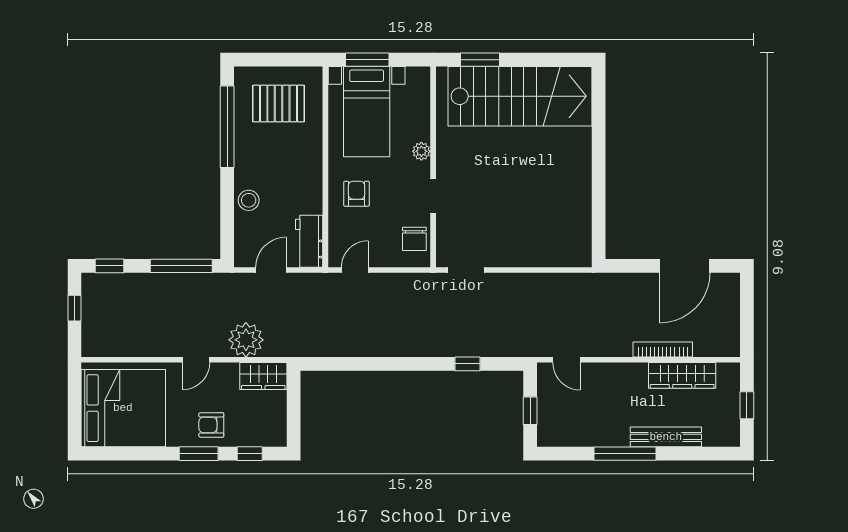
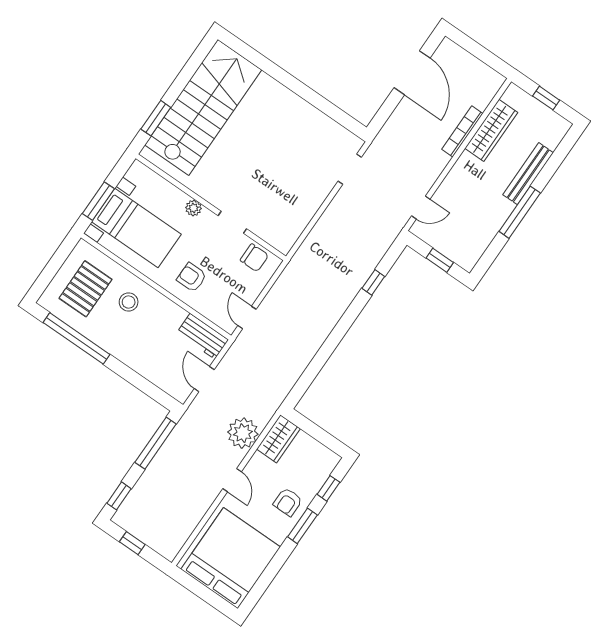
stool: (249, 200) -> (129, 302), moved
doorway: (466, 270) -> (350, 169), moved

